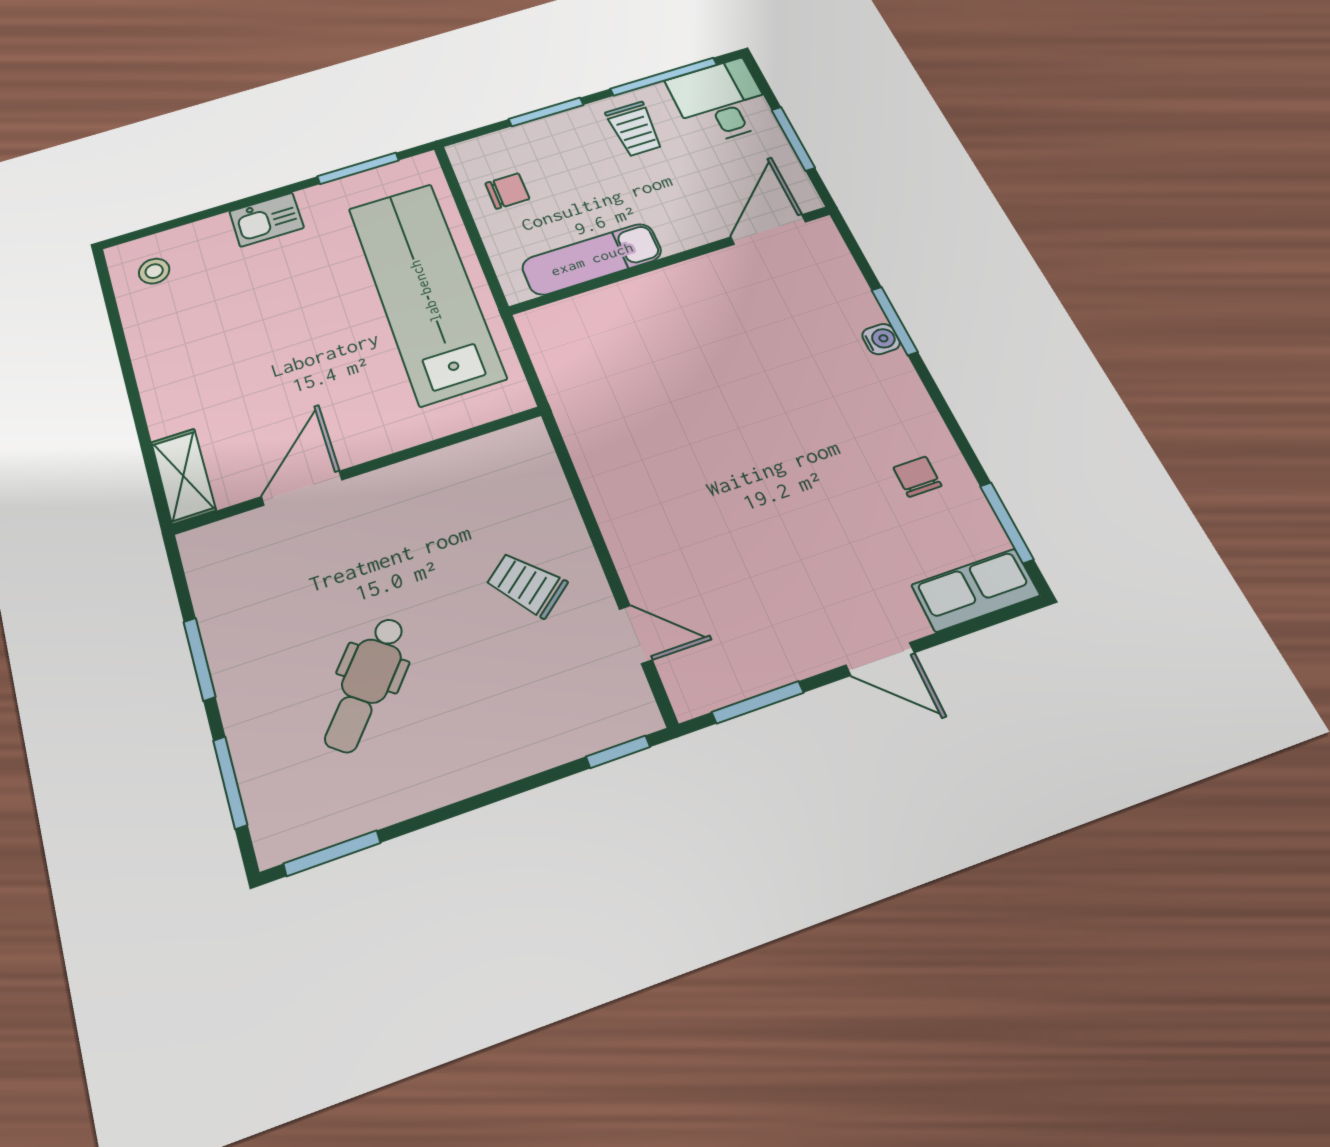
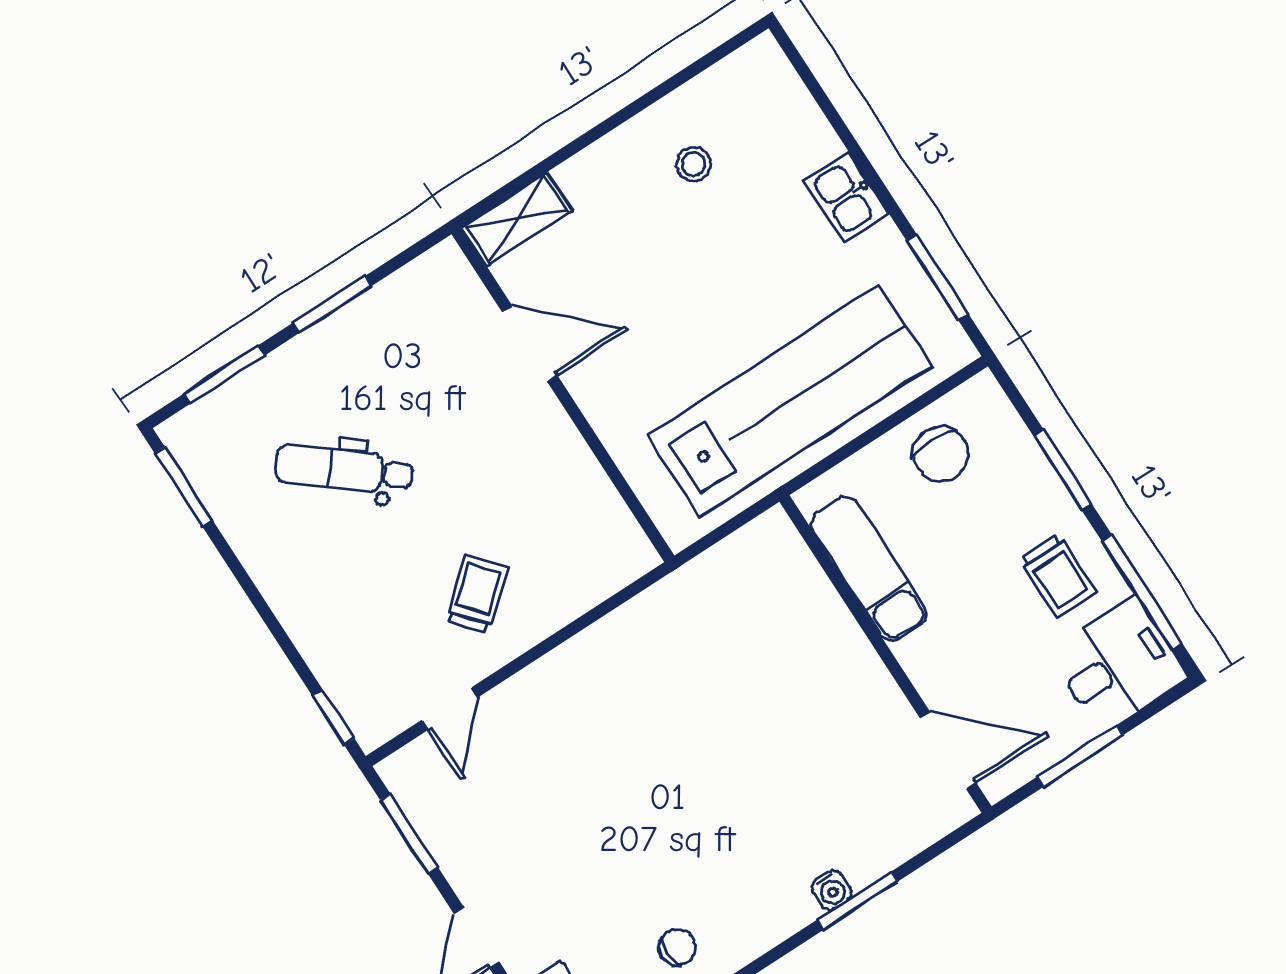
trolley: (634, 129) -> (1058, 576), turned -90
chair: (507, 191) -> (941, 454), width x1.37, depth x1.37
stool: (154, 271) -> (693, 164), moved

